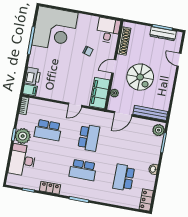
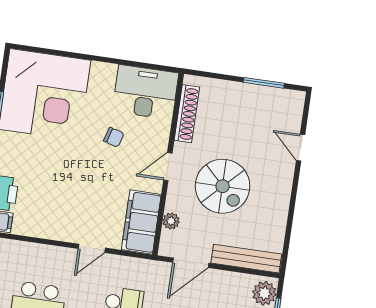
desk: (108, 30) -> (145, 92), width x1.37
dresser: (163, 34) -> (266, 96), removed

